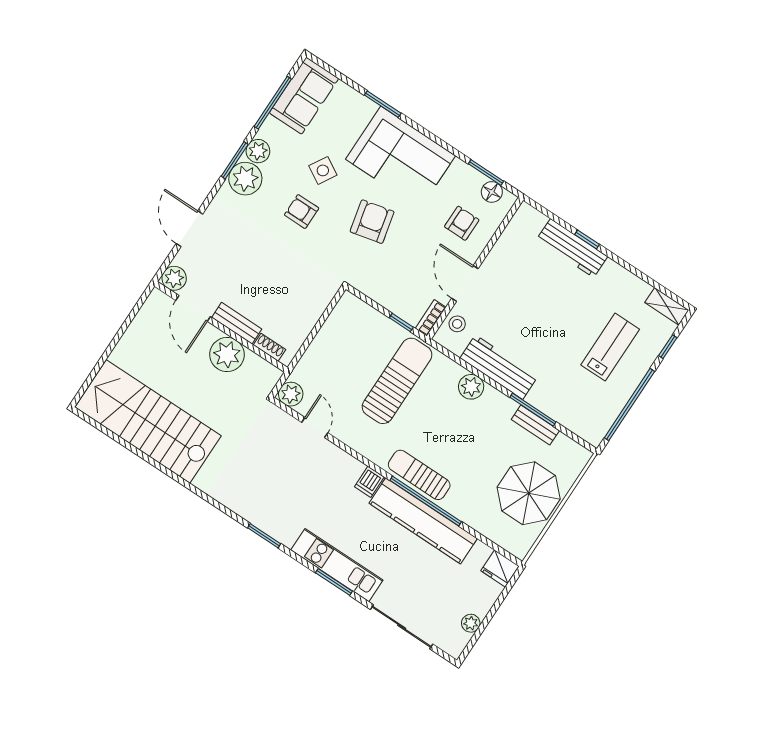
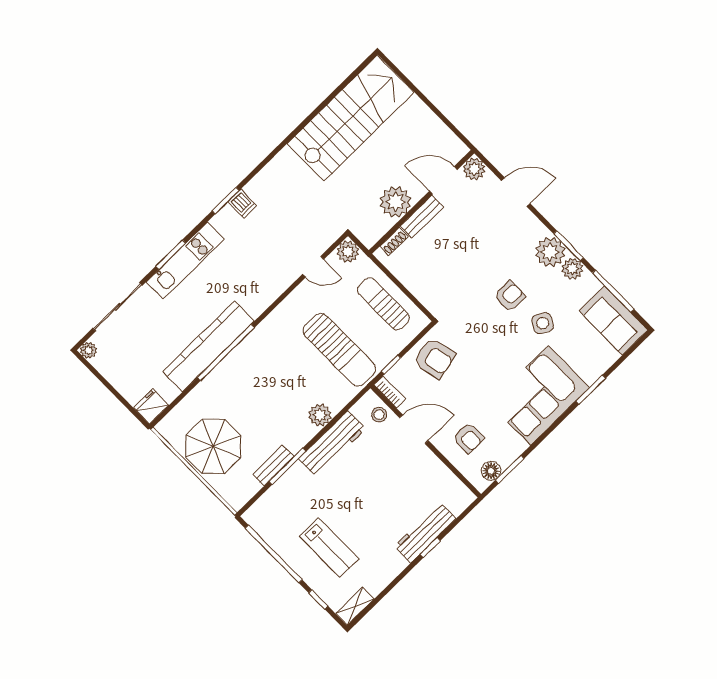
armchair: (372, 222) -> (434, 358), moved
sun lounger: (419, 475) -> (383, 304), moved, turned -90
dishwasher: (369, 482) -> (242, 204), moved, turned 180
plant: (471, 623) -> (89, 350), moved

